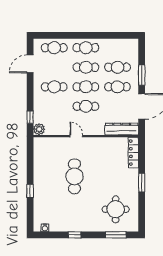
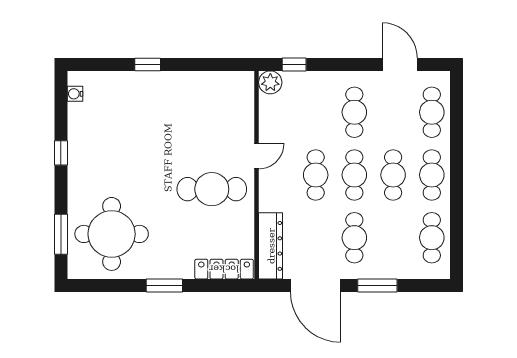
cafe table: (118, 67) -> (432, 238), moved
cafe table: (74, 176) -> (212, 189), moved
round table: (116, 209) -> (112, 234), width x1.36, depth x1.36

